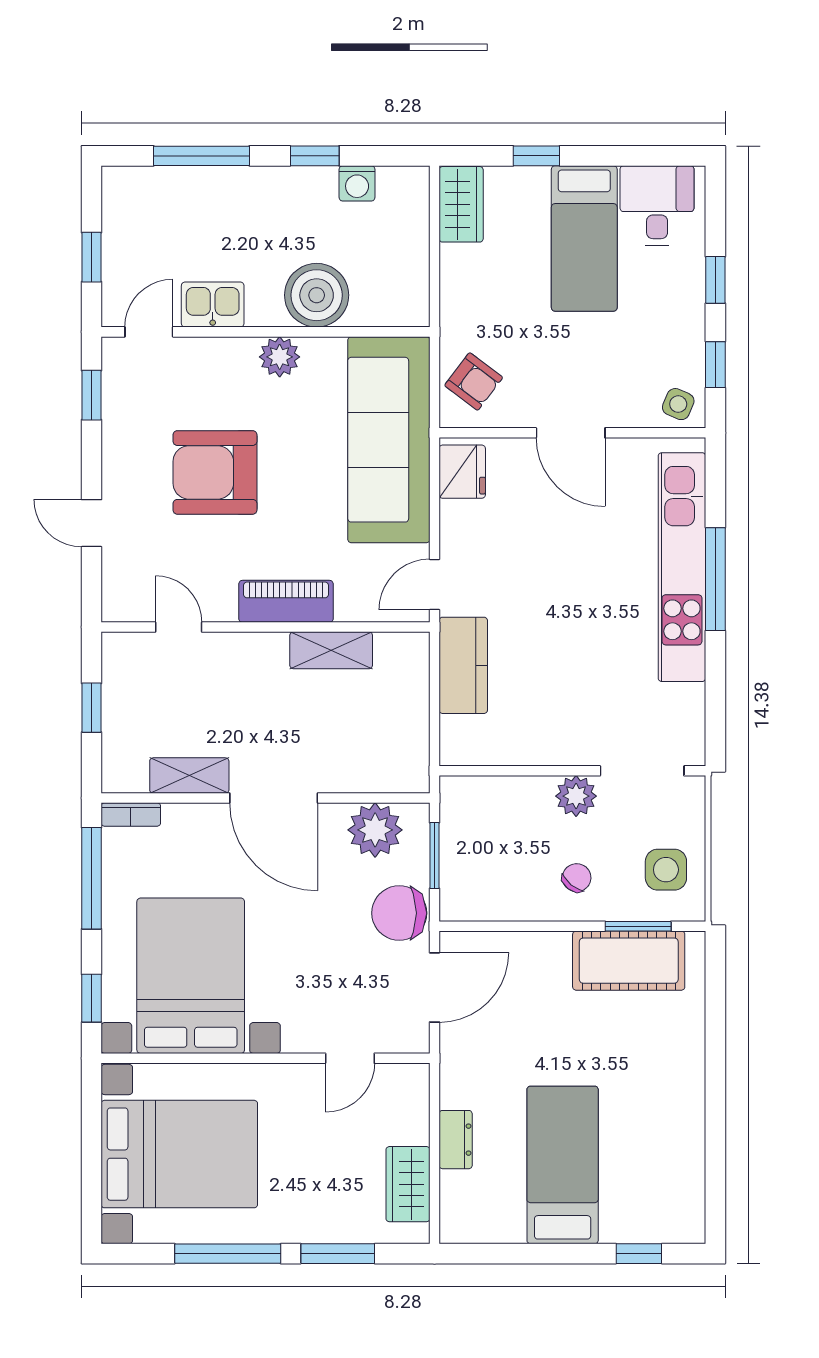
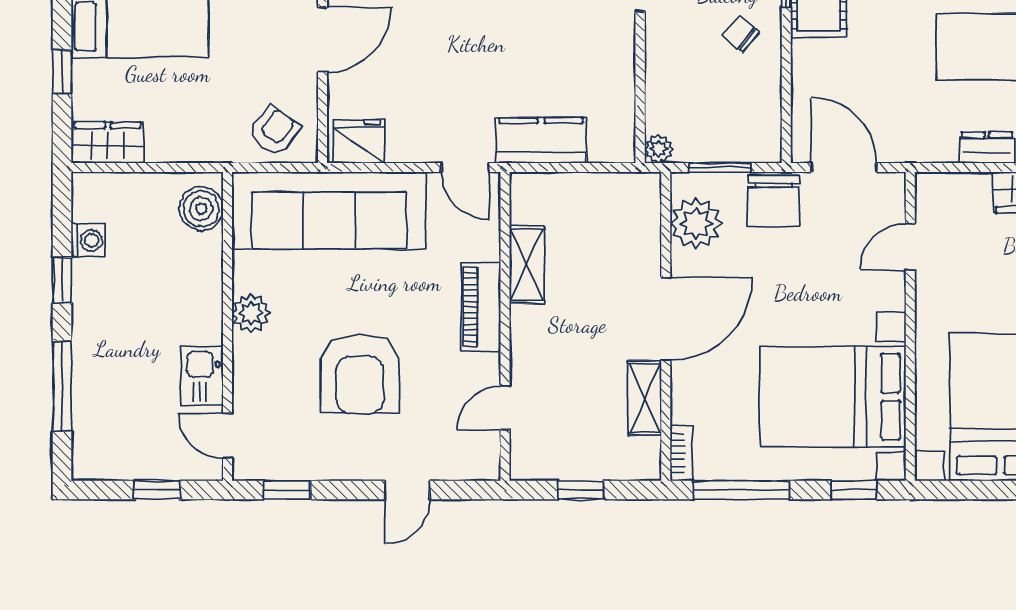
boiler: (317, 295) -> (201, 209), moved, width x0.73, depth x0.73
plant: (576, 796) -> (659, 149), moved, width x0.73, depth x0.73
door: (350, 1058) -> (910, 247), swing flipped

